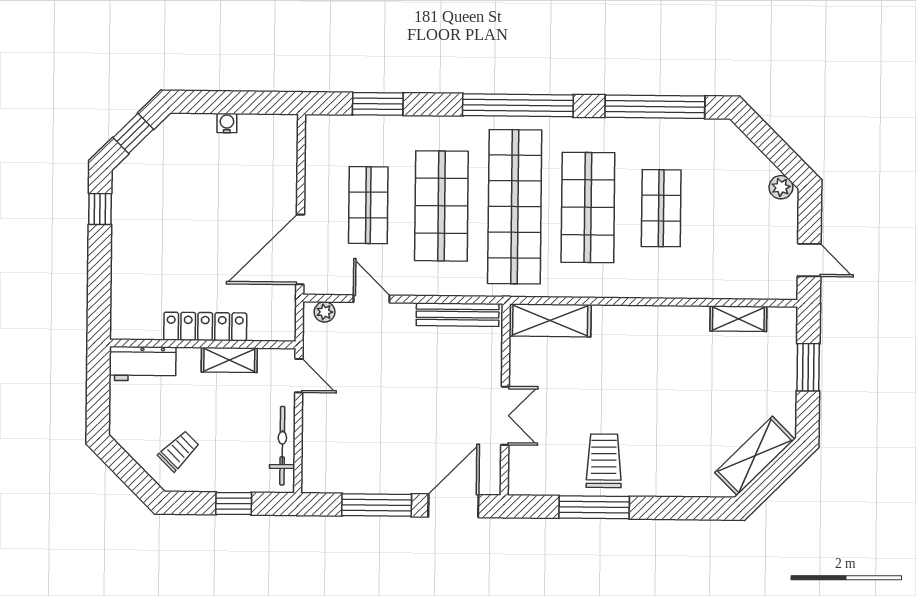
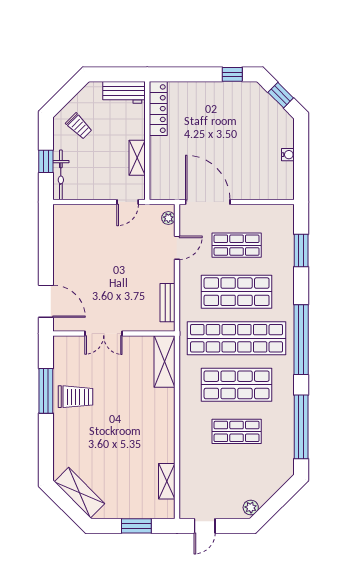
bench: (458, 315) -> (168, 303), width x0.73
locker: (205, 327) -> (158, 109), moved
workbench: (143, 364) -> (124, 92), moved, turned -90
bicycle: (282, 446) -> (61, 175), moved, turned 90
window: (377, 505) -> (46, 252), removed

